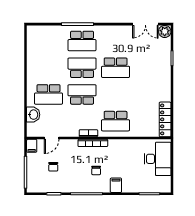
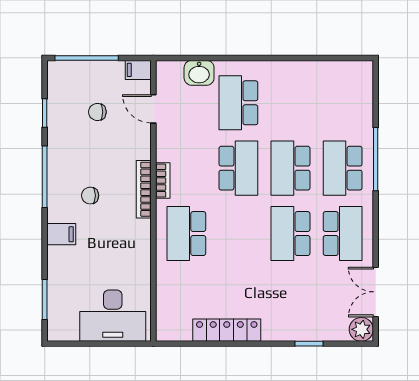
school desk: (116, 41) -> (343, 234), added
school desk: (82, 68) -> (291, 168), turned 180
locker: (165, 119) -> (227, 330), moved

